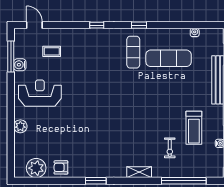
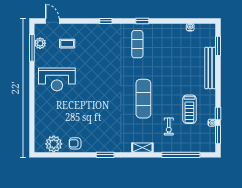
exercise mat: (169, 58) -> (143, 99), moved, turned 90
water cooler: (20, 65) -> (40, 55), removed
reception desk: (40, 93) -> (57, 79), turned 180
plant: (20, 126) -> (40, 43), moved

